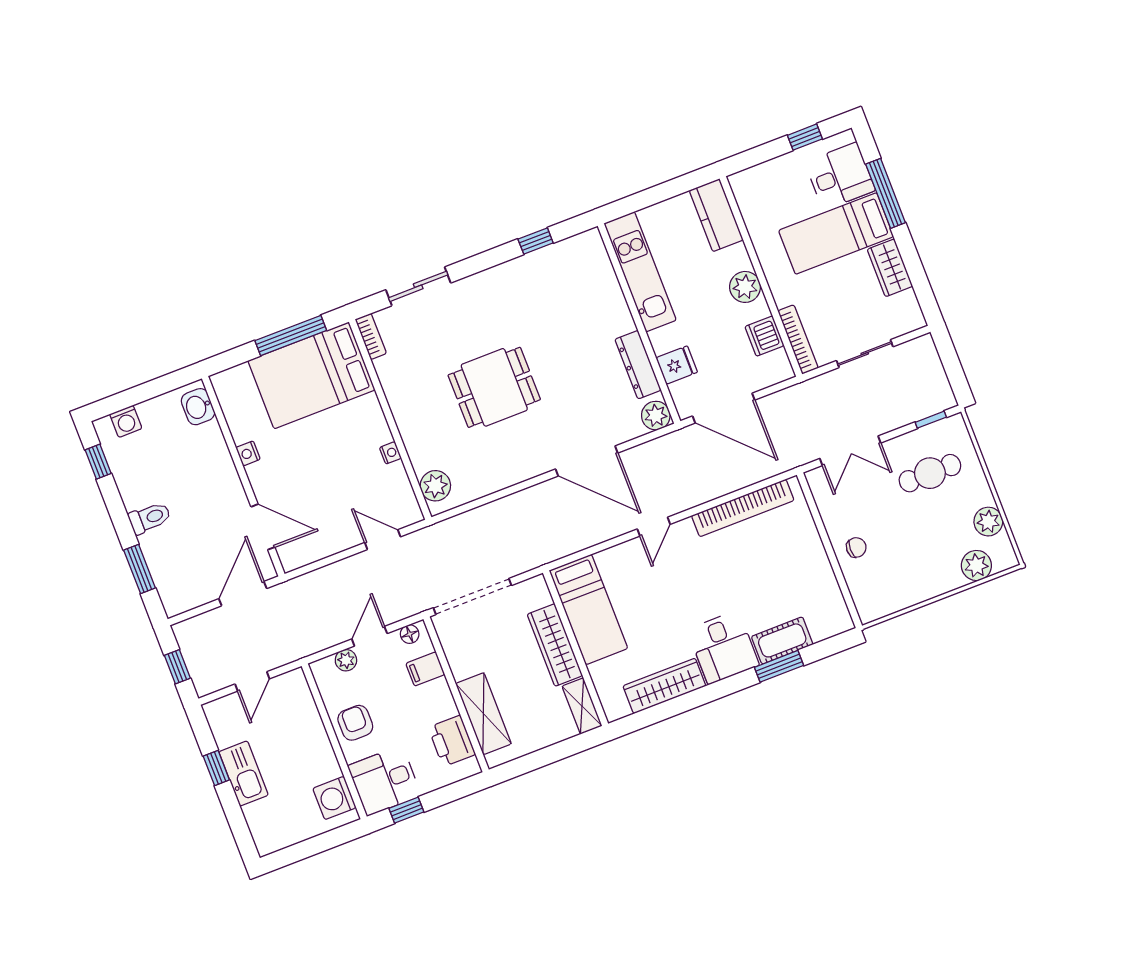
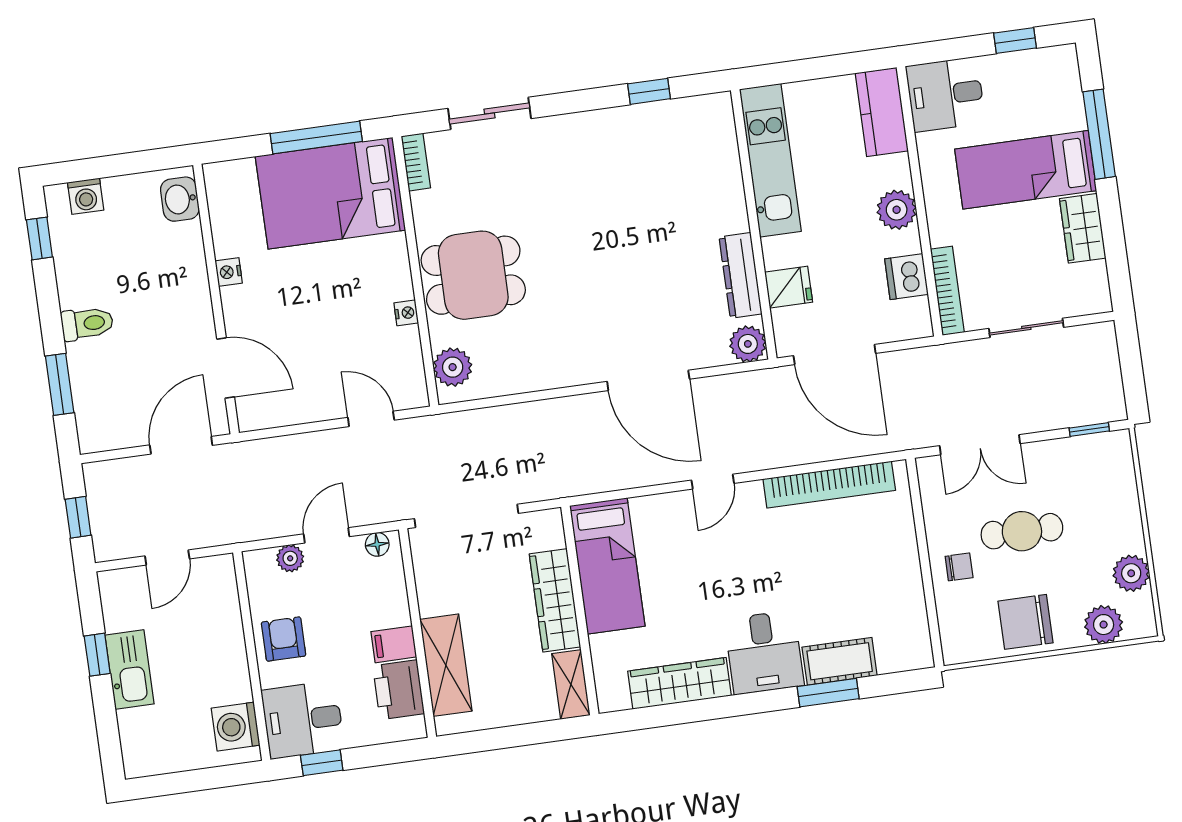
desk: (840, 176) -> (945, 94), moved, turned 180
dining table: (494, 387) -> (473, 275), moved
cafe table: (930, 473) -> (1022, 531), moved
chair: (917, 577) -> (1026, 622), added
filing cabinet: (425, 669) -> (394, 644), moved

